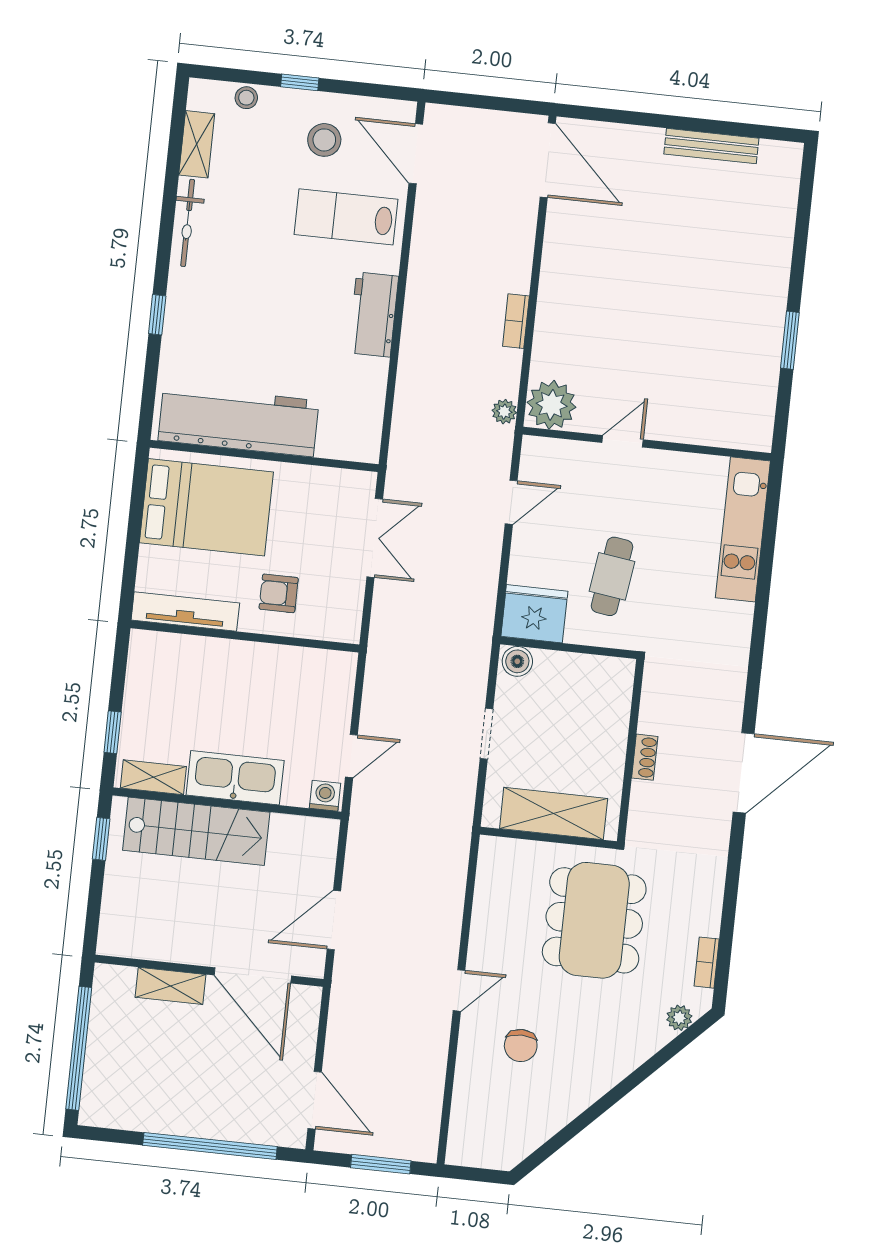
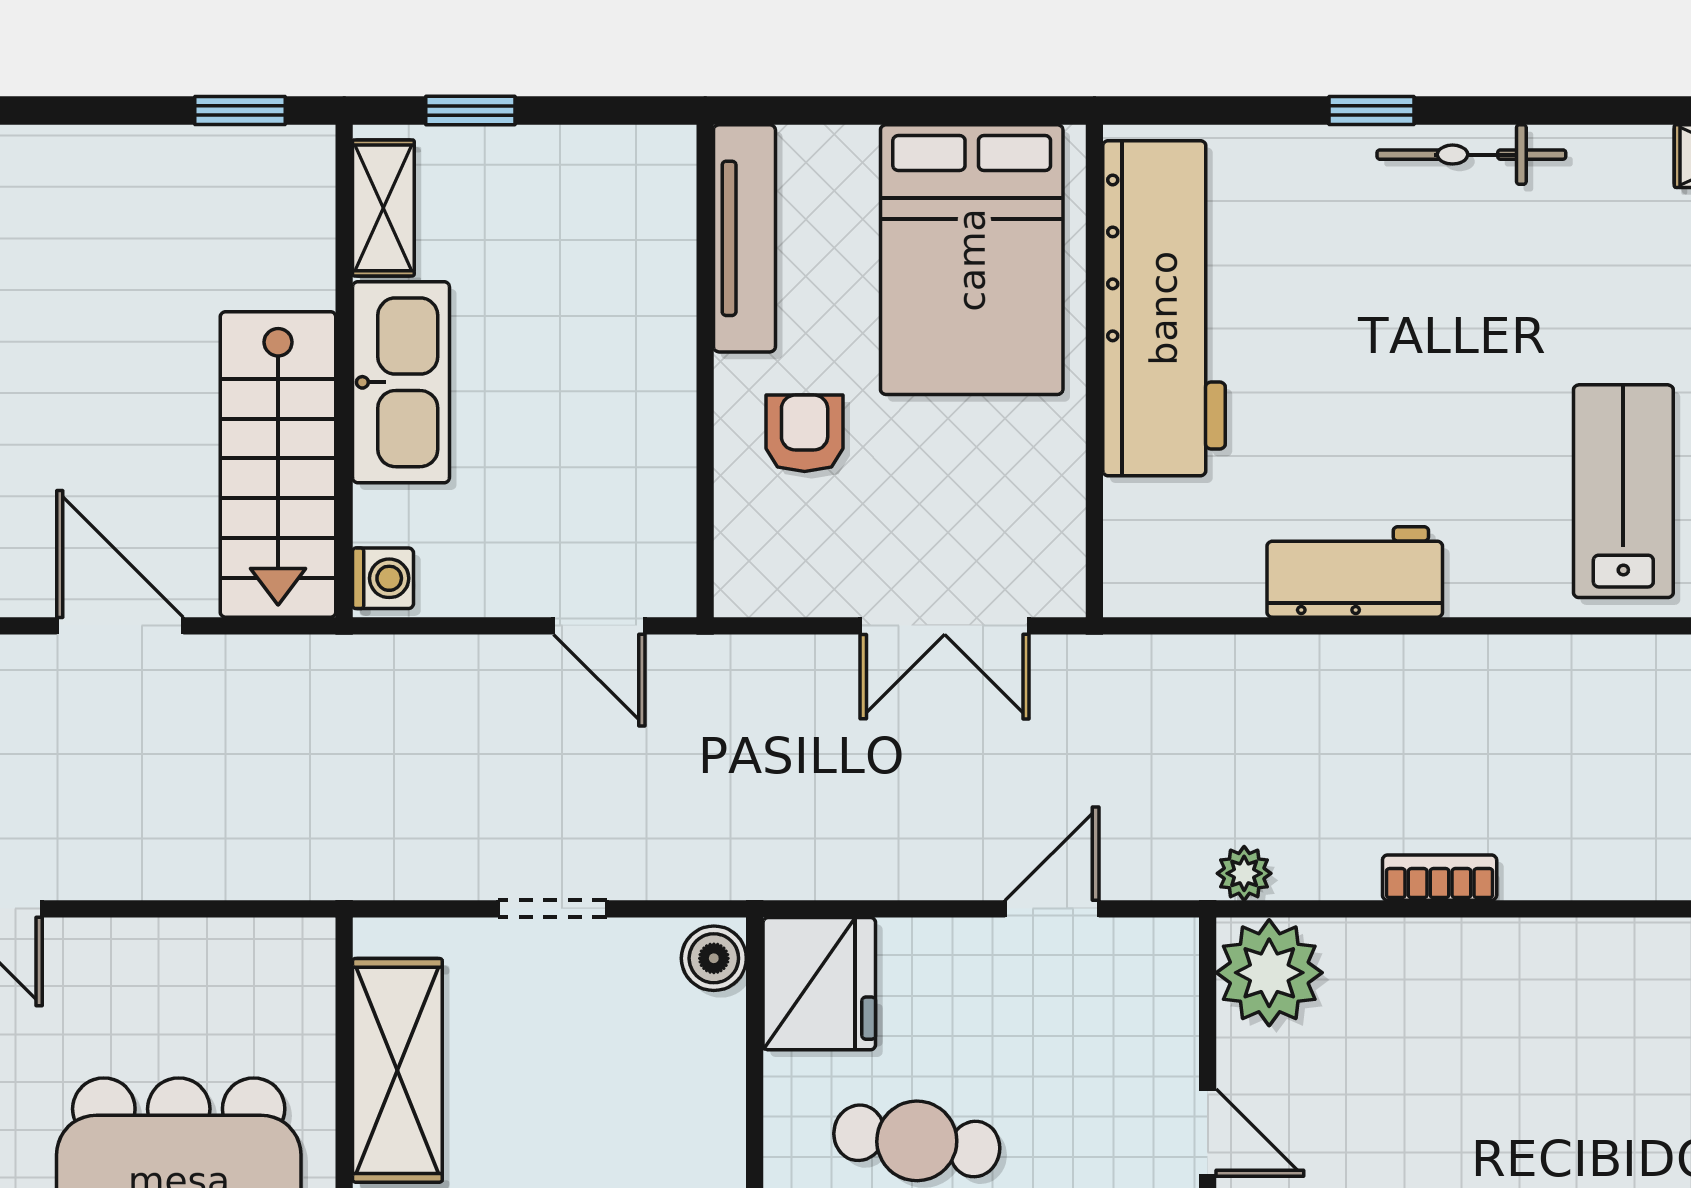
bicycle: (188, 223) -> (1471, 155), moved
workbench: (373, 315) -> (1355, 572), moved
door: (511, 502) -> (1052, 909), swing flipped
door: (351, 756) -> (599, 626), moved
stairs: (196, 831) -> (278, 464), moved

